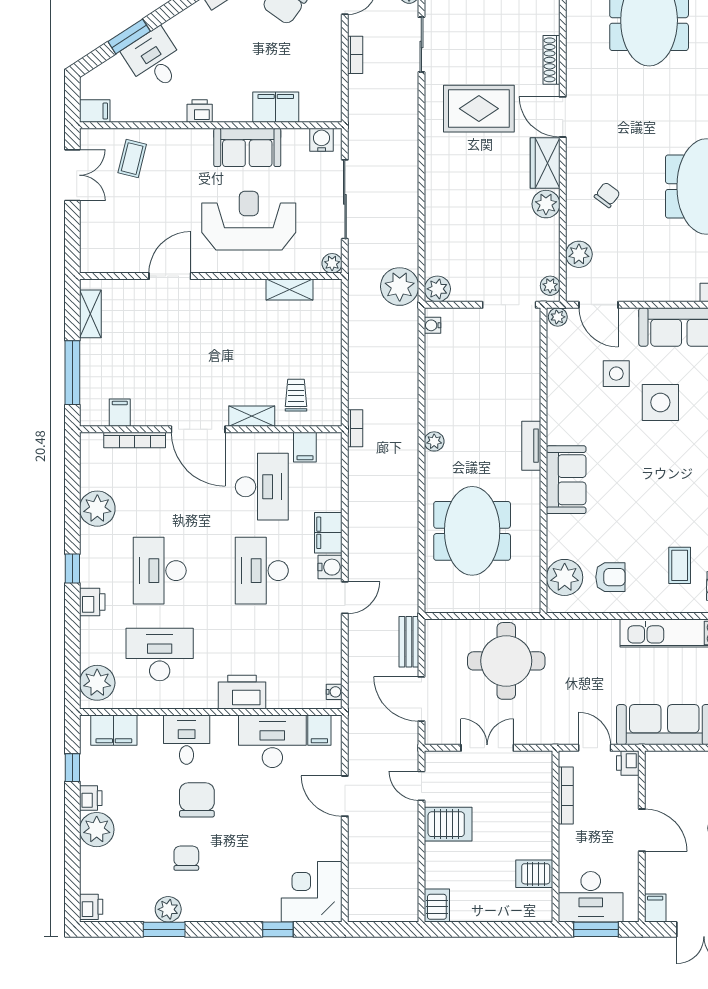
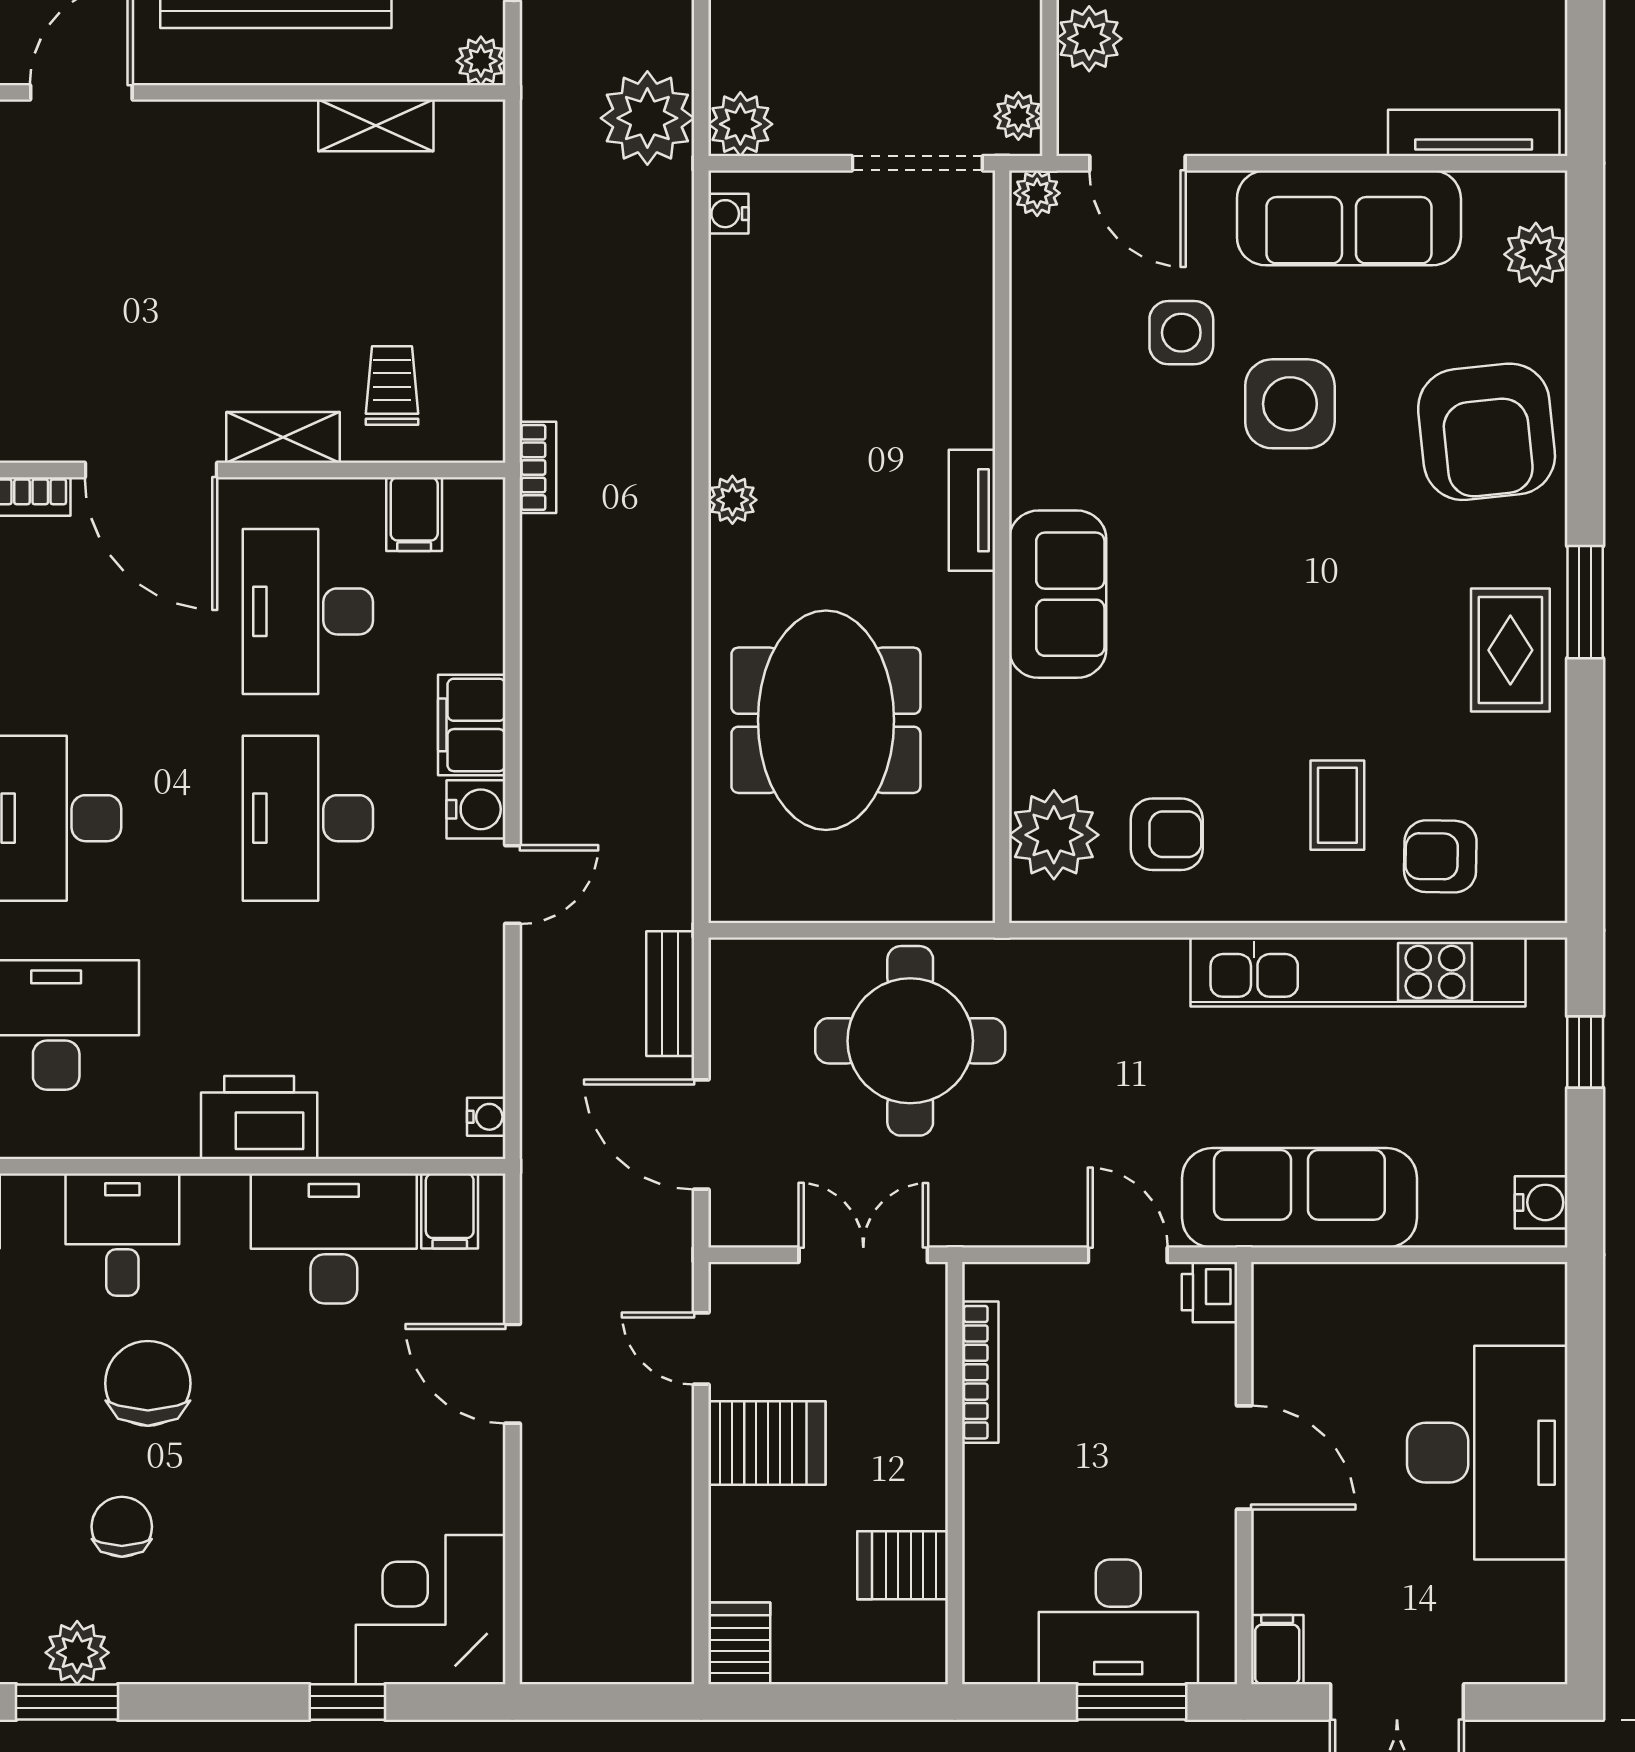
desk: (262, 487) -> (308, 611), turned 180
bookcase: (566, 795) -> (980, 1372), moved
wall: (556, 836) -> (955, 1473), moved
server rack: (534, 874) -> (903, 1565), moved

